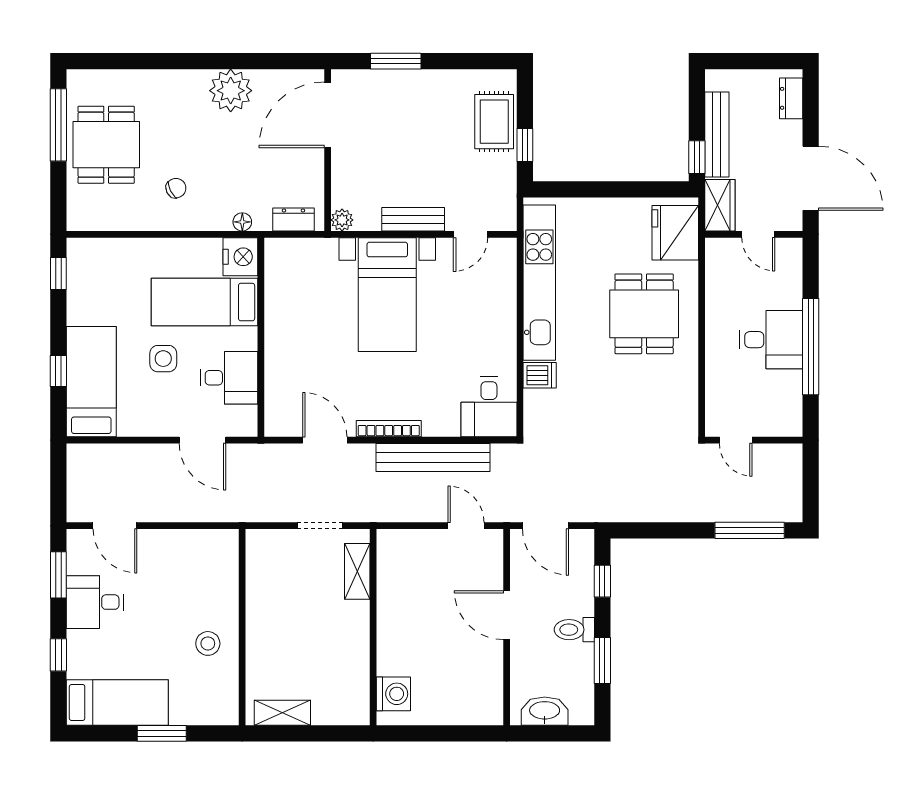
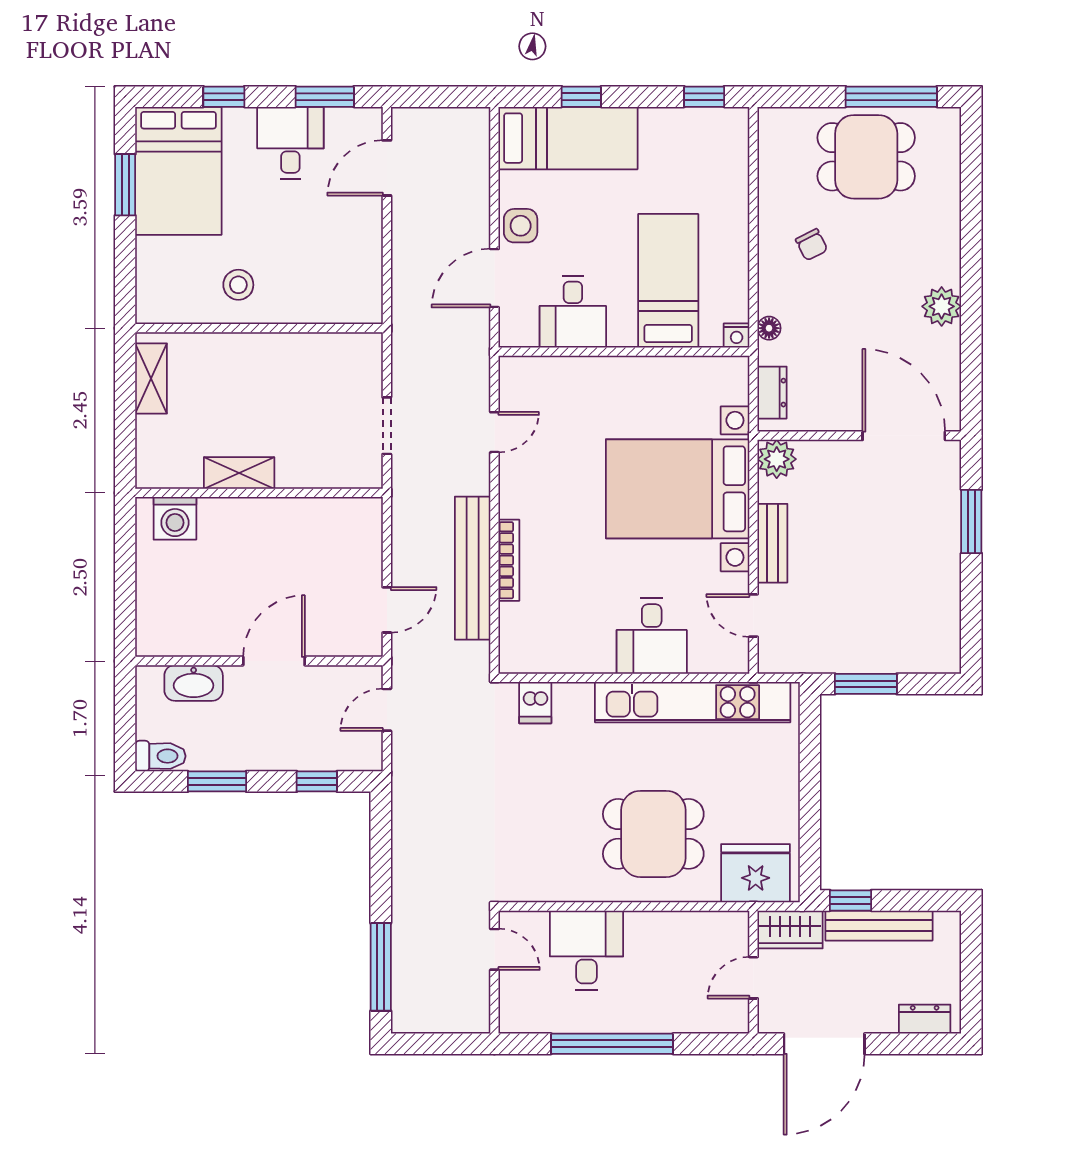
plant: (231, 91) -> (942, 306), width x0.73, depth x0.73
rug: (494, 122) -> (895, 645), removed
window: (525, 145) -> (866, 684), width x1.50
plant: (342, 220) -> (777, 459), width x1.38, depth x1.38
nightstand: (240, 257) -> (737, 335), width x0.53, depth x0.56
bed with nightstands: (387, 295) -> (678, 489), width x1.36
desk: (771, 340) -> (586, 950), moved, turned 180
side table: (163, 359) -> (521, 226), moved
dishwasher: (540, 375) -> (535, 703), moved
desk: (489, 407) -> (652, 636), moved, turned -90
bookcase: (389, 429) -> (509, 560), moved
door: (325, 440) -> (494, 432), width x0.73
door: (736, 440) -> (494, 949), swing flipped
door: (545, 526) -> (387, 710), width x0.73
shelving: (357, 571) -> (239, 473), moved
toilet: (574, 630) -> (160, 756), moved, turned 90
bed: (117, 702) -> (178, 171), width x1.50
washbasin: (545, 711) -> (194, 683), moved, turned 90
window: (162, 733) -> (125, 185), moved

